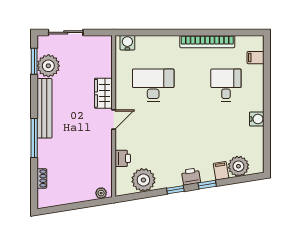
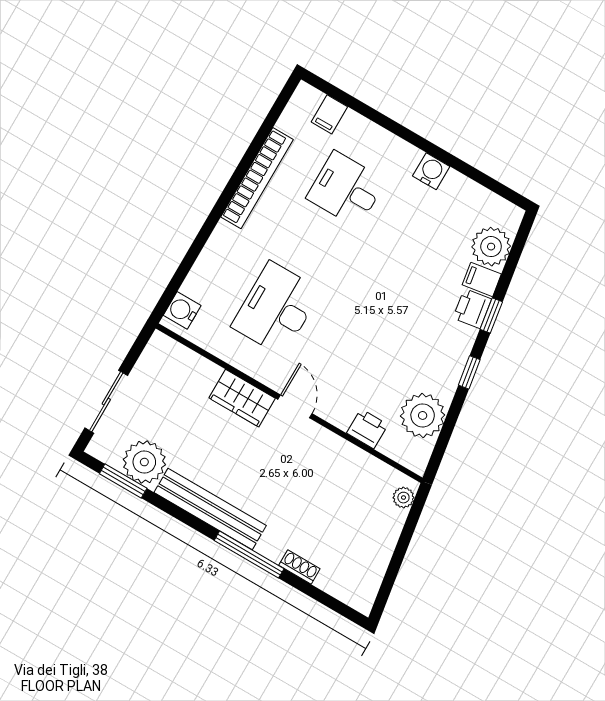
printer: (191, 176) -> (472, 309), moved
shoe rack: (42, 178) -> (299, 567), moved

